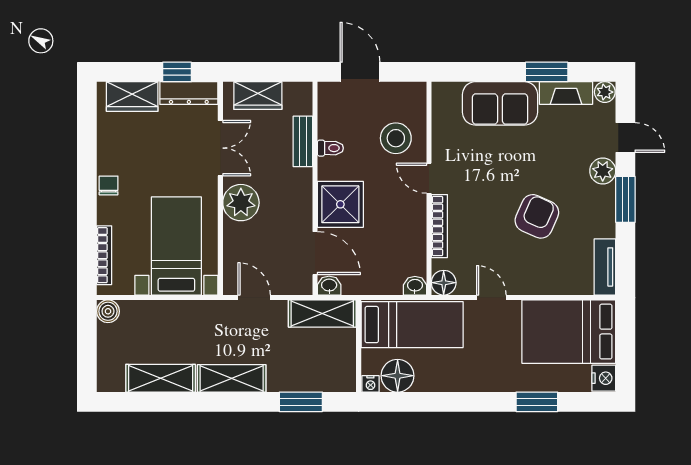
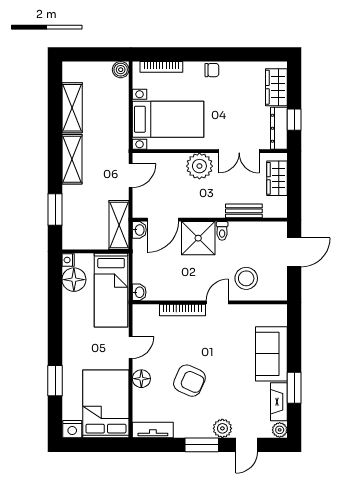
toilet: (330, 148) -> (222, 231), moved
floor lamp: (444, 283) -> (141, 379), moved

